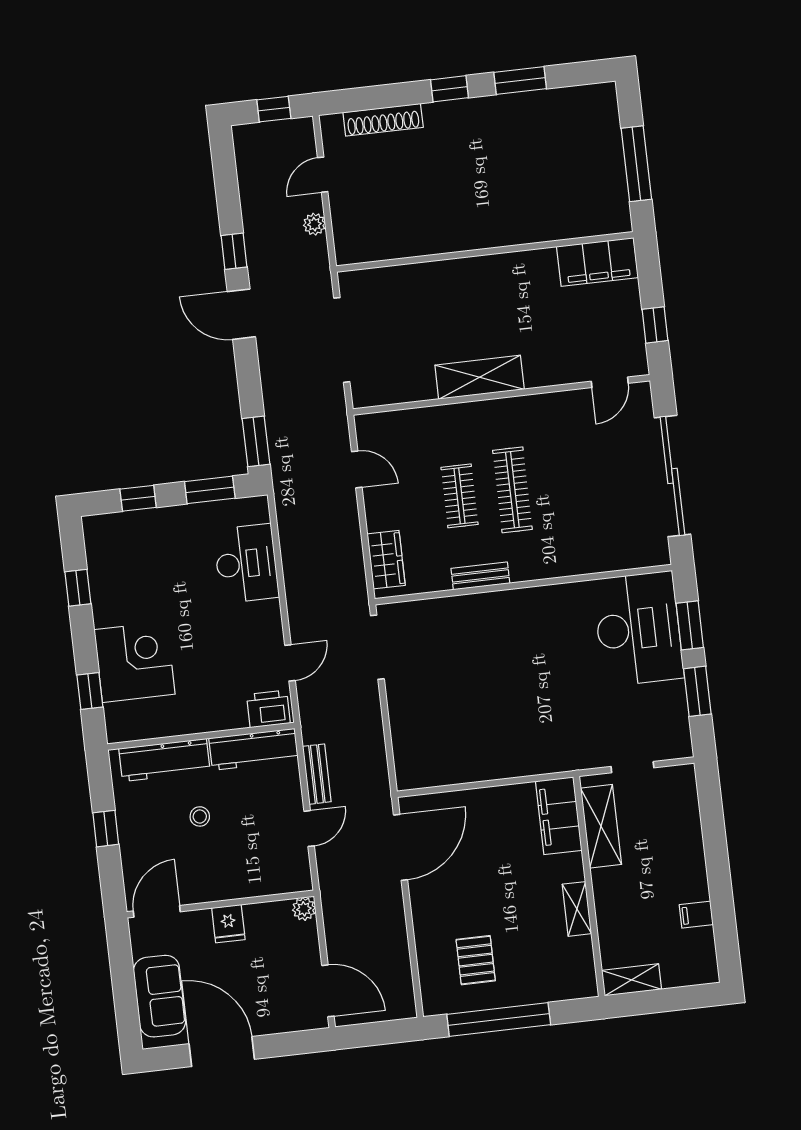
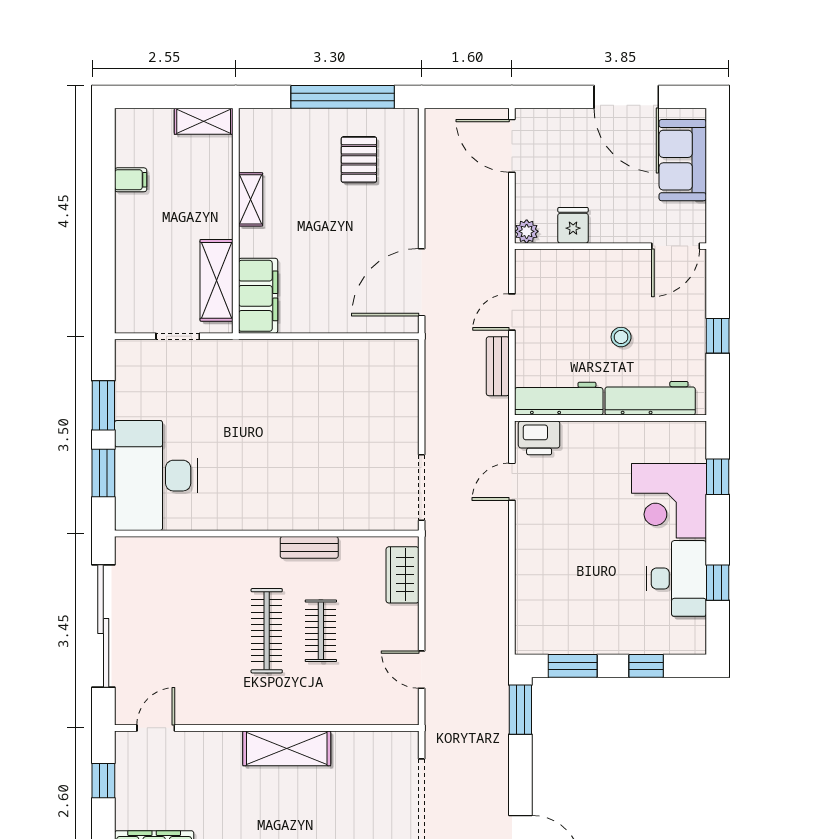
desk: (246, 563) -> (676, 578), moved, turned 180
fridge: (228, 924) -> (573, 225), moved

